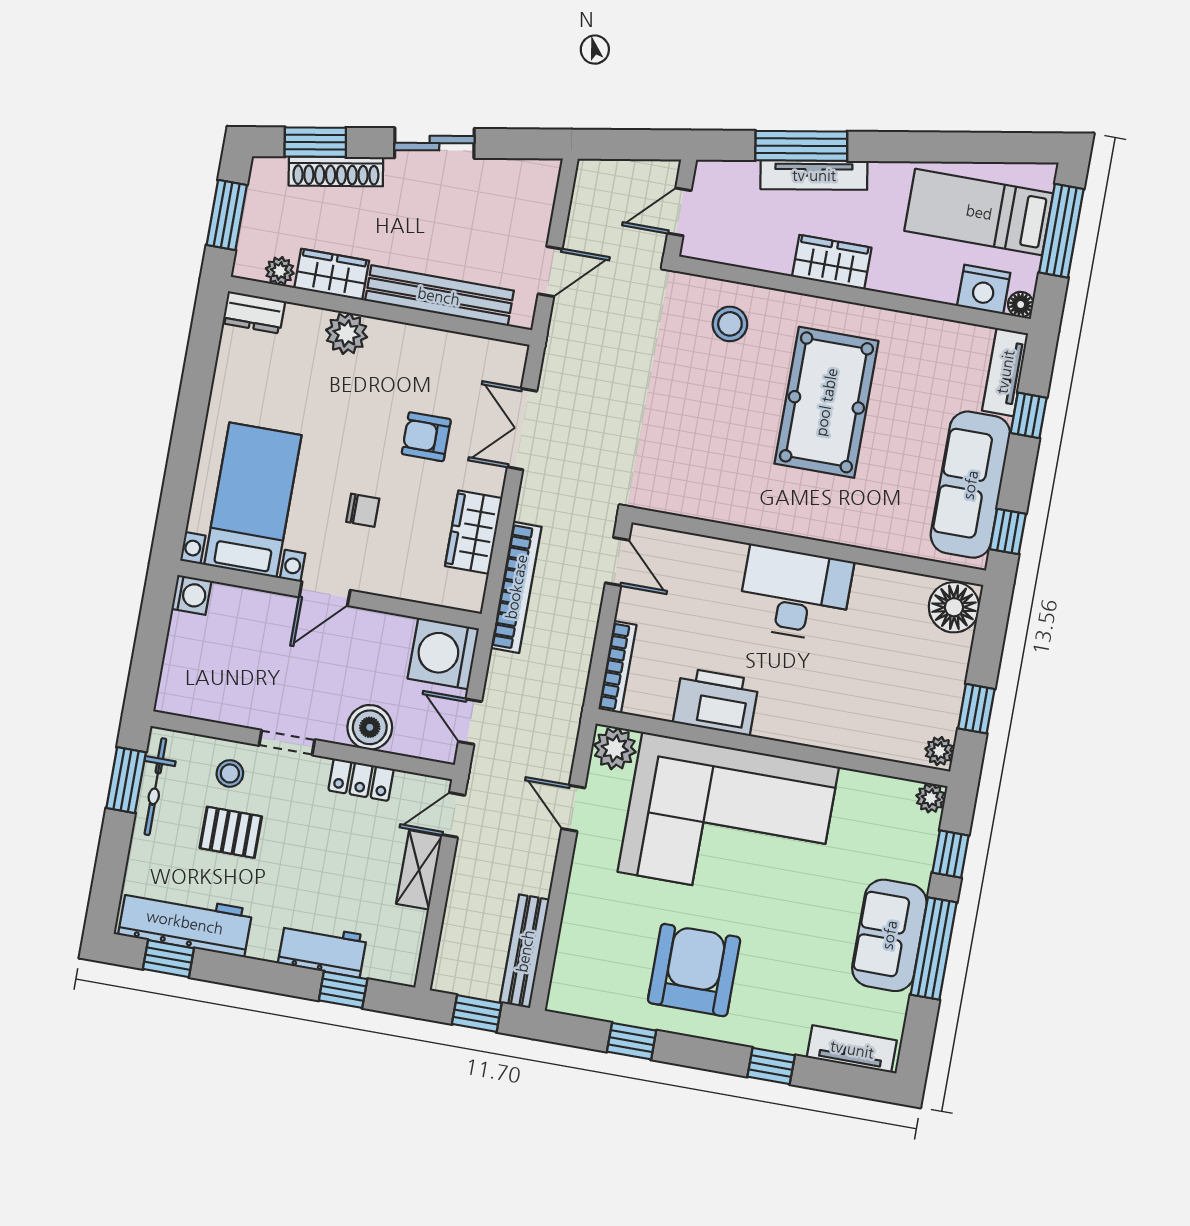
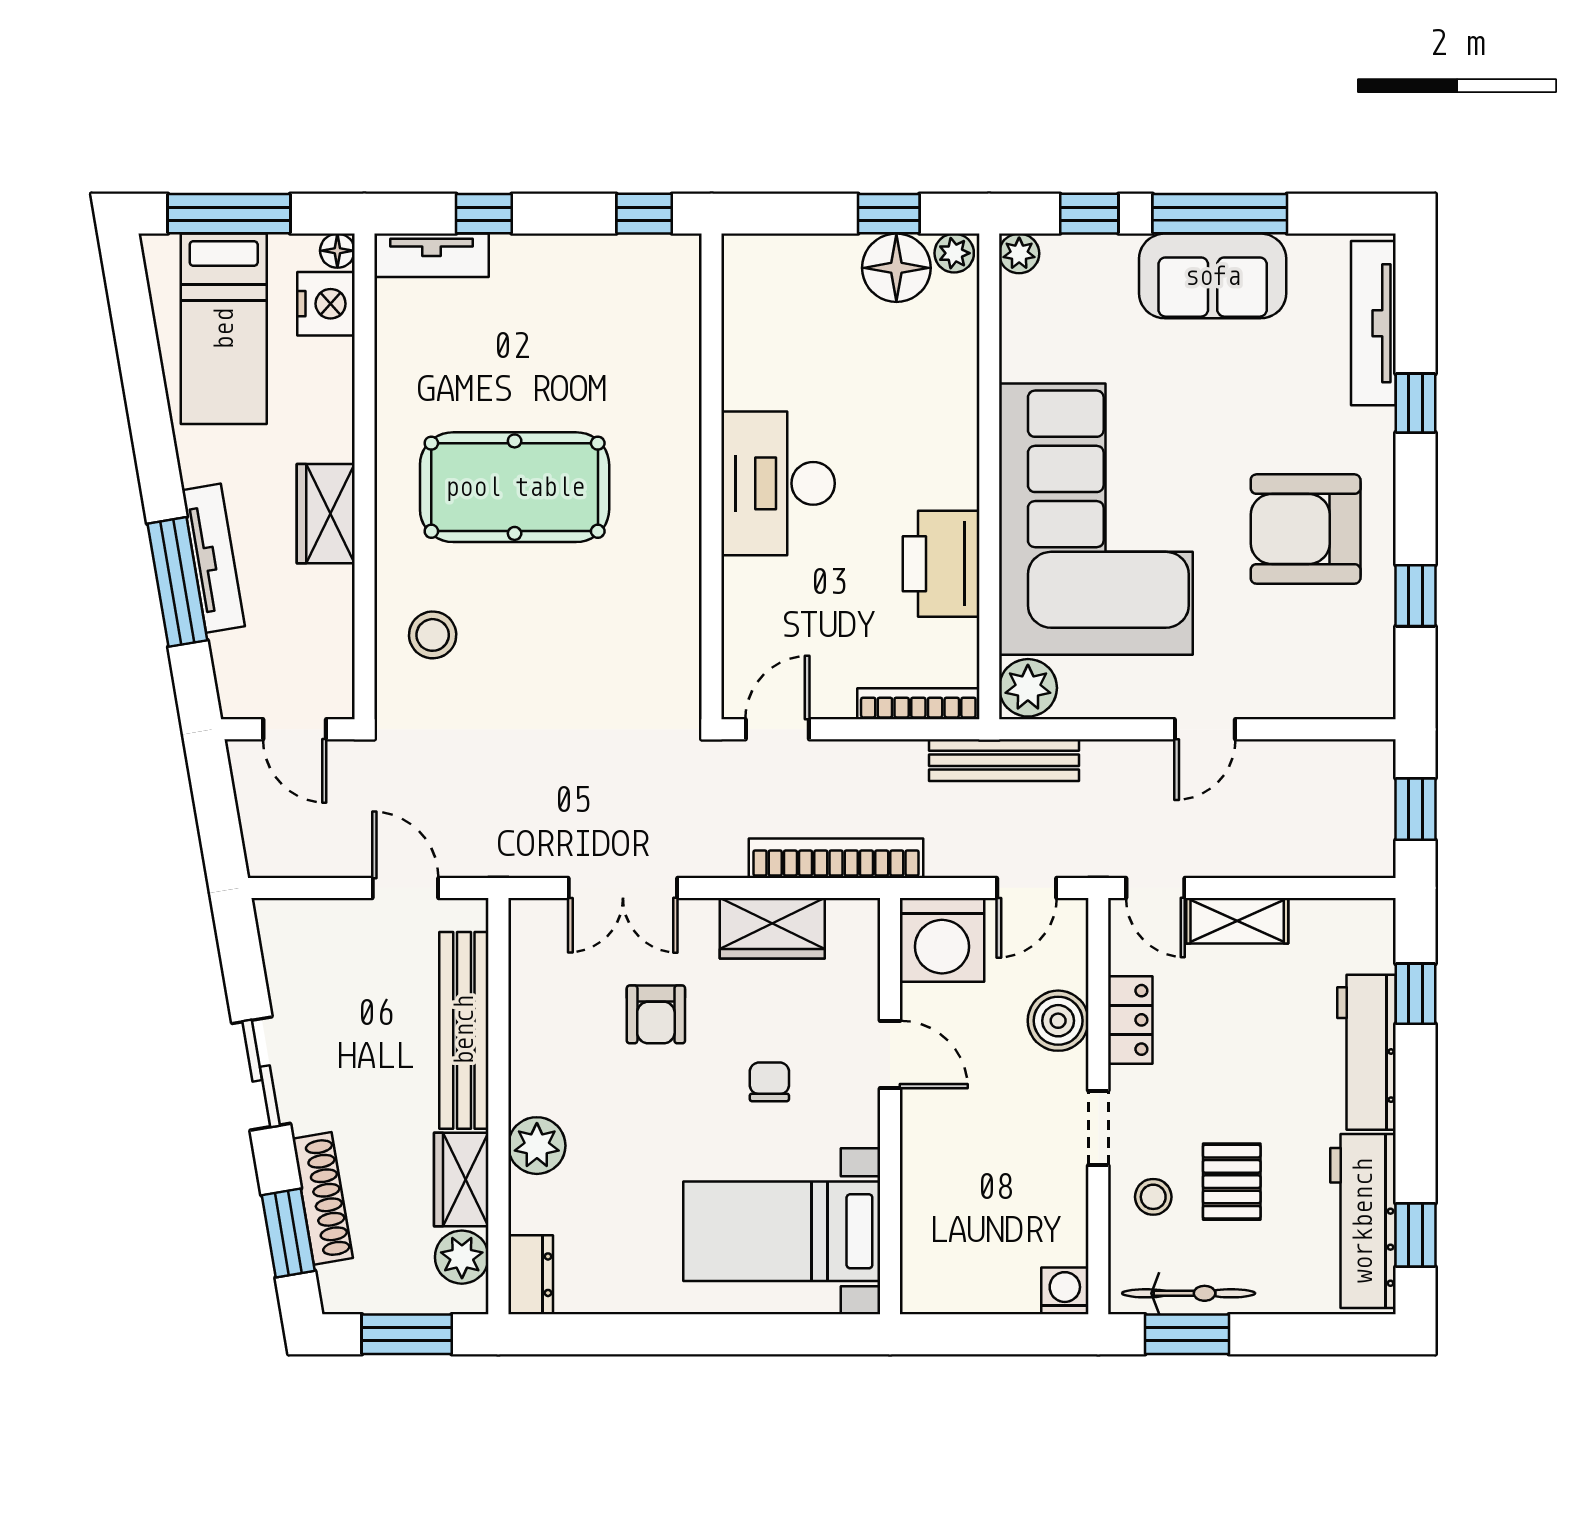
plant: (280, 271) -> (462, 1257), width x1.38, depth x1.38
sofa: (970, 485) -> (590, 275), removed
door: (325, 594) -> (890, 1054), moved
washing machine: (191, 595) -> (1065, 1291), moved
floor lamp: (954, 607) -> (896, 268), moved
door: (573, 808) -> (1205, 729), moved
workbench: (322, 949) -> (1367, 1052), width x1.38
bench: (525, 951) -> (1004, 760), moved
tv unit: (852, 1049) -> (1373, 323), width x1.41

